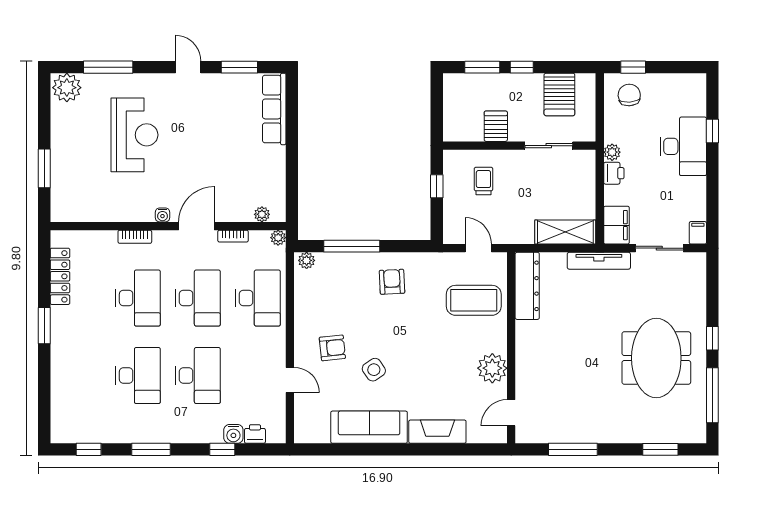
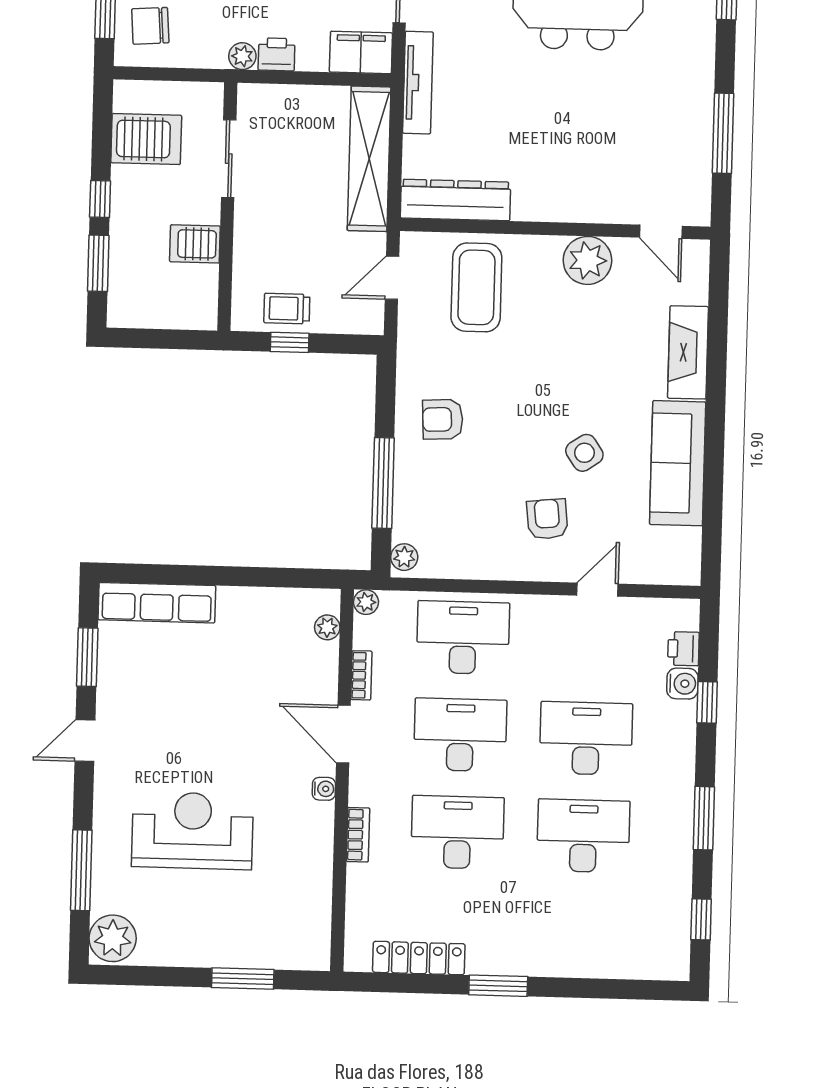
trolley: (483, 181) -> (287, 309), moved
shelving: (565, 232) -> (369, 159), width x1.47

